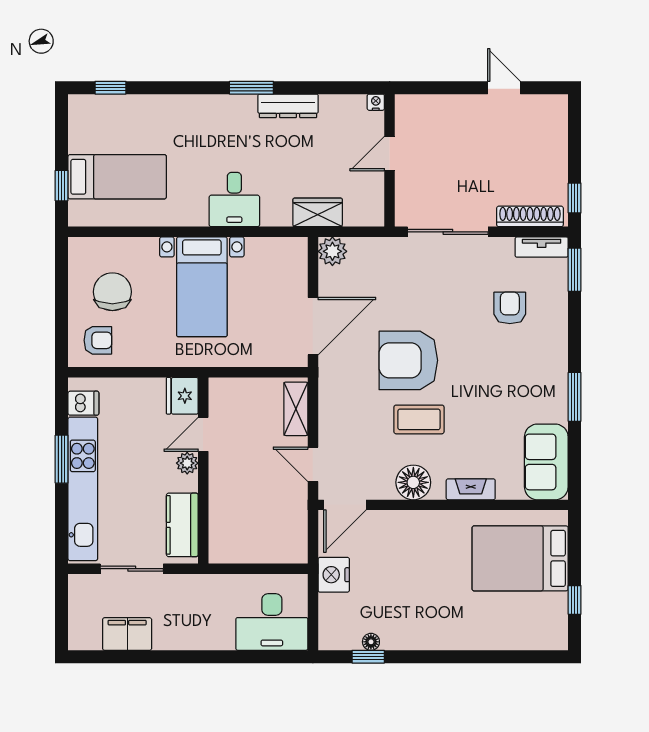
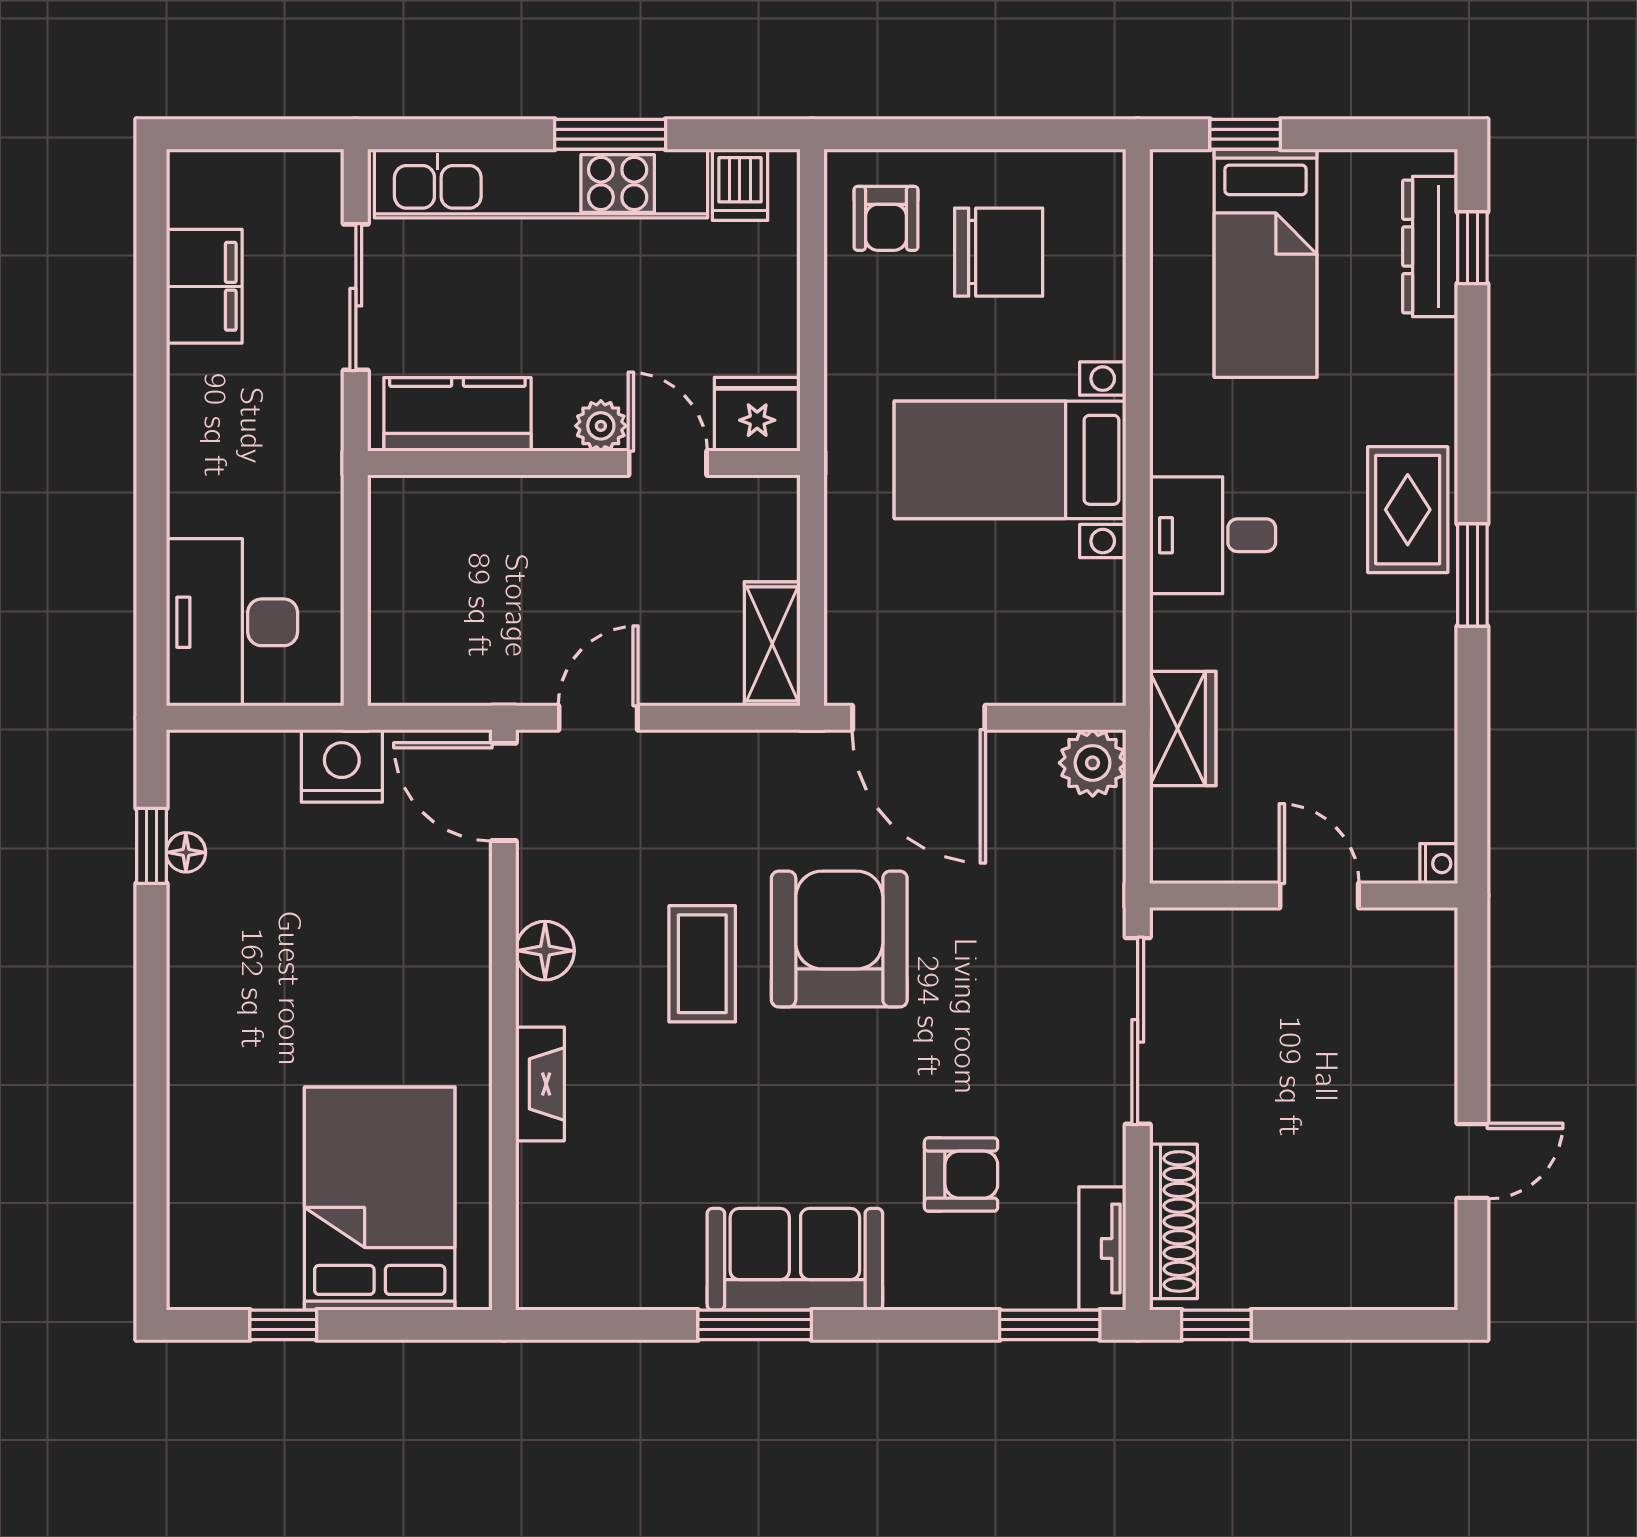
dresser: (288, 106) -> (1430, 247), moved
rug: (223, 116) -> (1408, 510), added
shelving: (296, 409) -> (772, 644), moved, turned 90
sofa: (546, 462) -> (795, 1259), moved
floor lamp: (413, 482) -> (545, 951), width x0.73, depth x0.73

